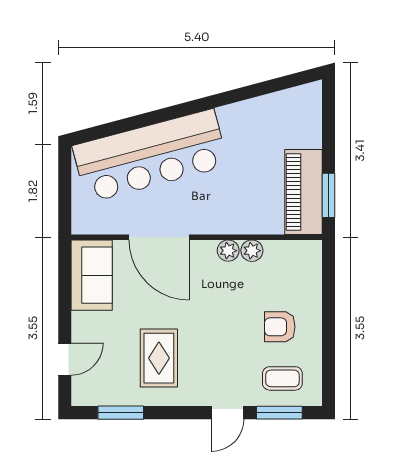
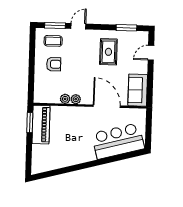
bar counter: (150, 156) -> (118, 141), width x0.73

